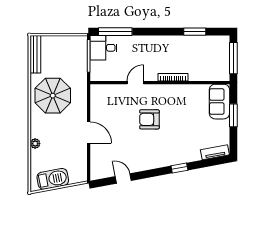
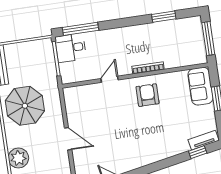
armchair: (149, 119) -> (147, 95), moved, turned 90
plant: (35, 144) -> (18, 158), width x1.88, depth x1.88
window: (179, 168) -> (198, 152), moved

